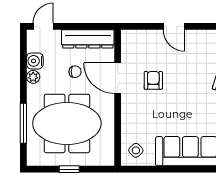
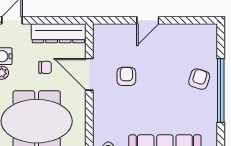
door: (174, 26) -> (148, 20), hinge flipped

